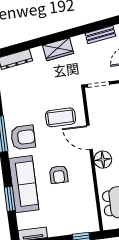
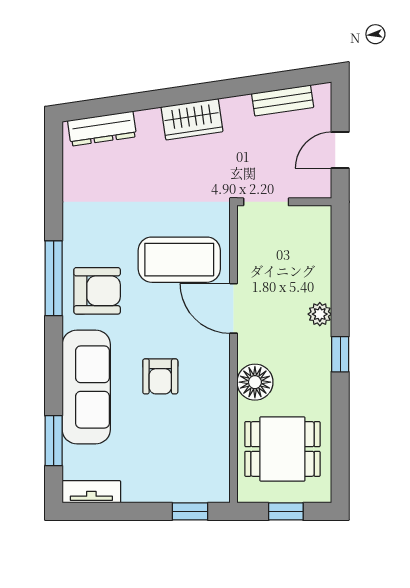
coffee table: (61, 117) -> (179, 260), width x1.36, depth x1.32
floor lamp: (103, 160) -> (255, 382), moved
window: (10, 199) -> (54, 441), moved

